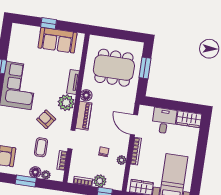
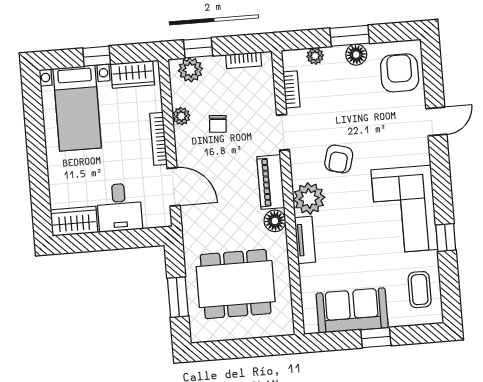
armchair: (46, 119) -> (339, 159), turned 69
coffee table: (41, 147) -> (420, 290), moved
floor lamp: (35, 172) -> (356, 55), moved
plant: (100, 181) -> (190, 70), moved

